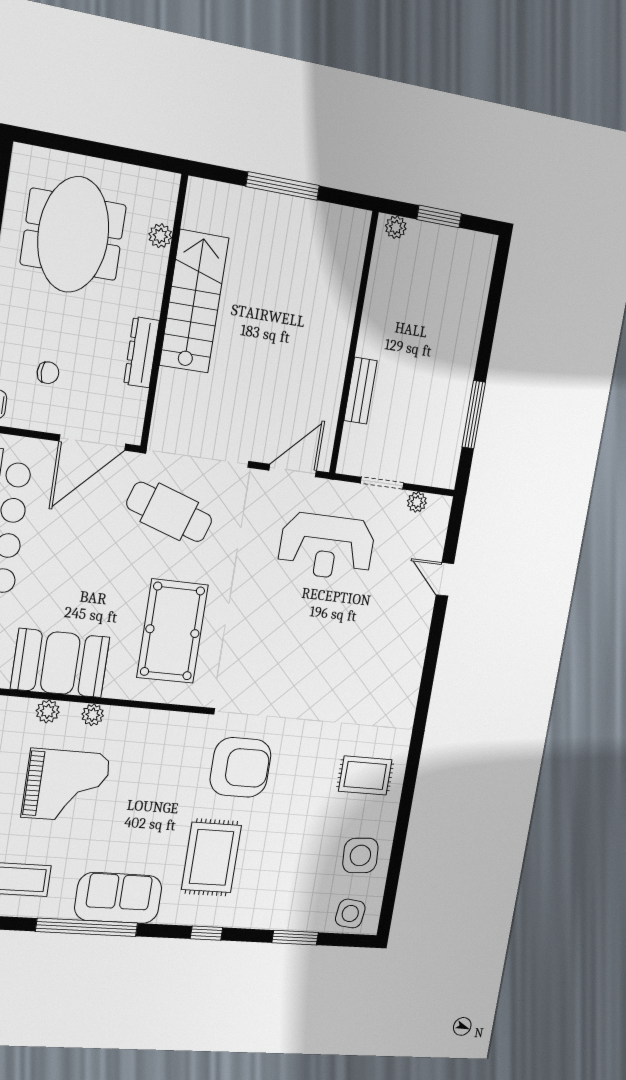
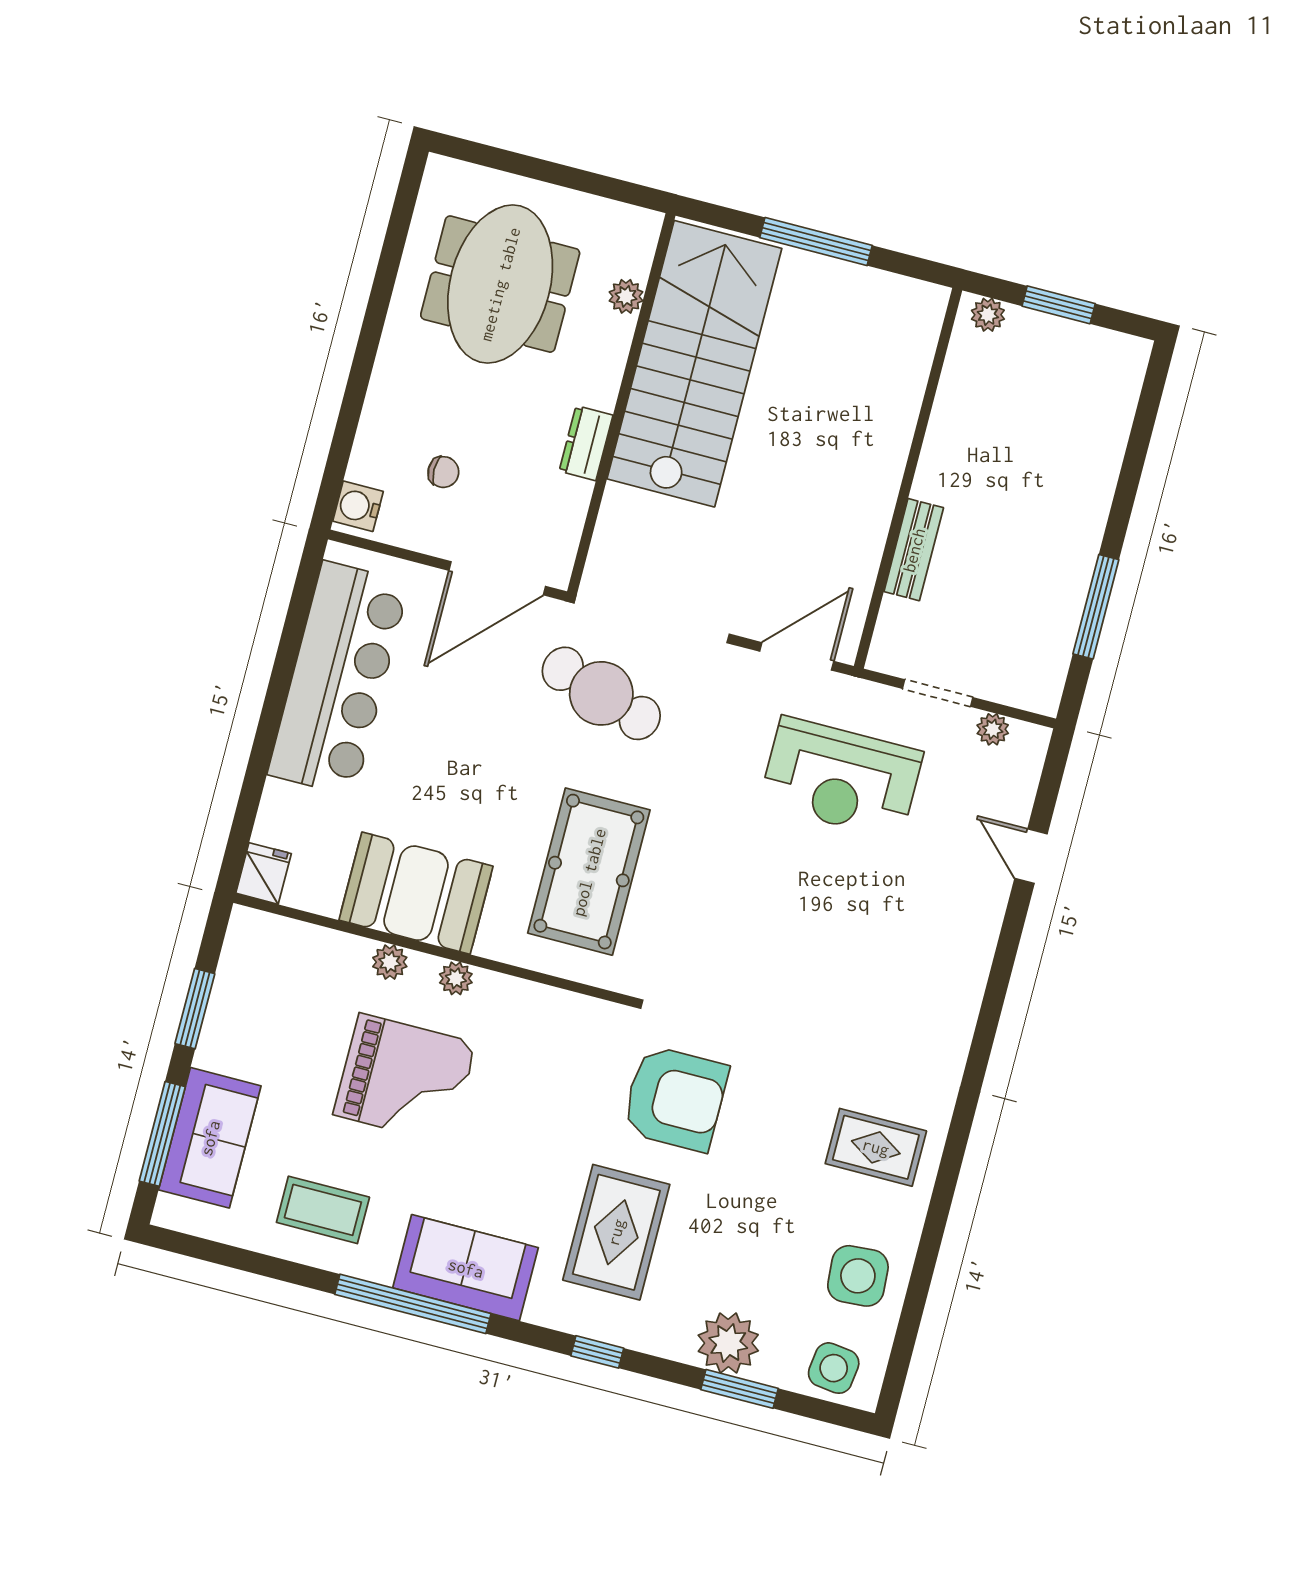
stairs: (194, 302) -> (694, 364), width x1.36, depth x1.51
dresser: (141, 352) -> (586, 443), width x0.70
plant: (286, 911) -> (728, 1343), added

